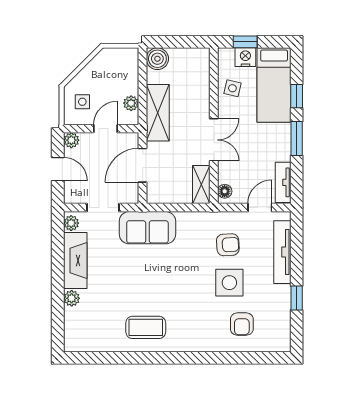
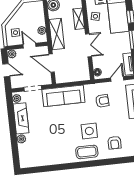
door: (105, 129) -> (30, 46), hinge flipped
door: (143, 165) -> (52, 63), hinge flipped
shelving: (201, 185) -> (79, 19), moved
sofa: (147, 228) -> (63, 96), width x1.36
side table: (229, 283) -> (89, 131), moved
coffee table: (146, 327) -> (87, 152), moved

